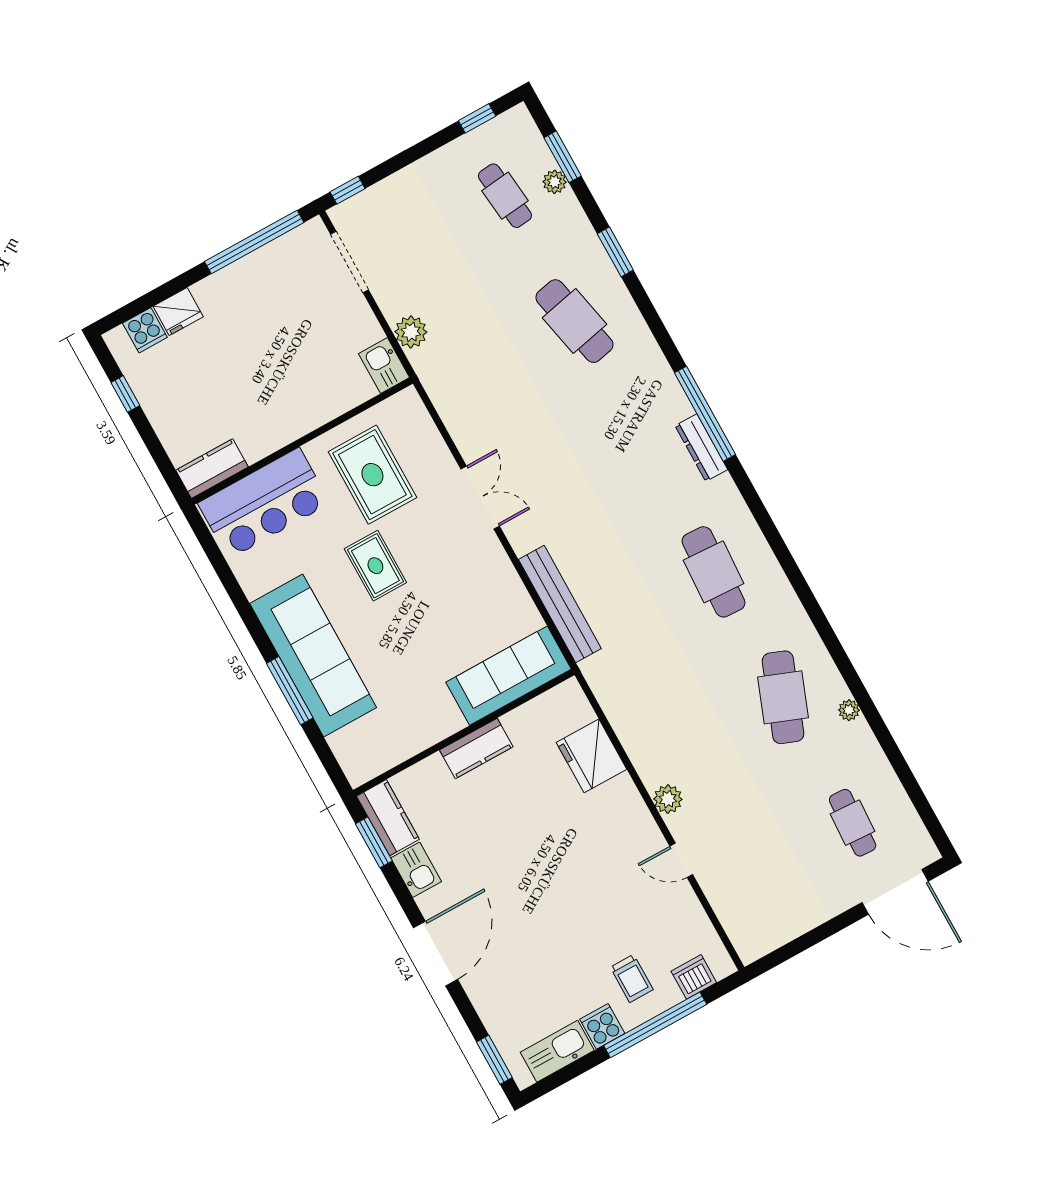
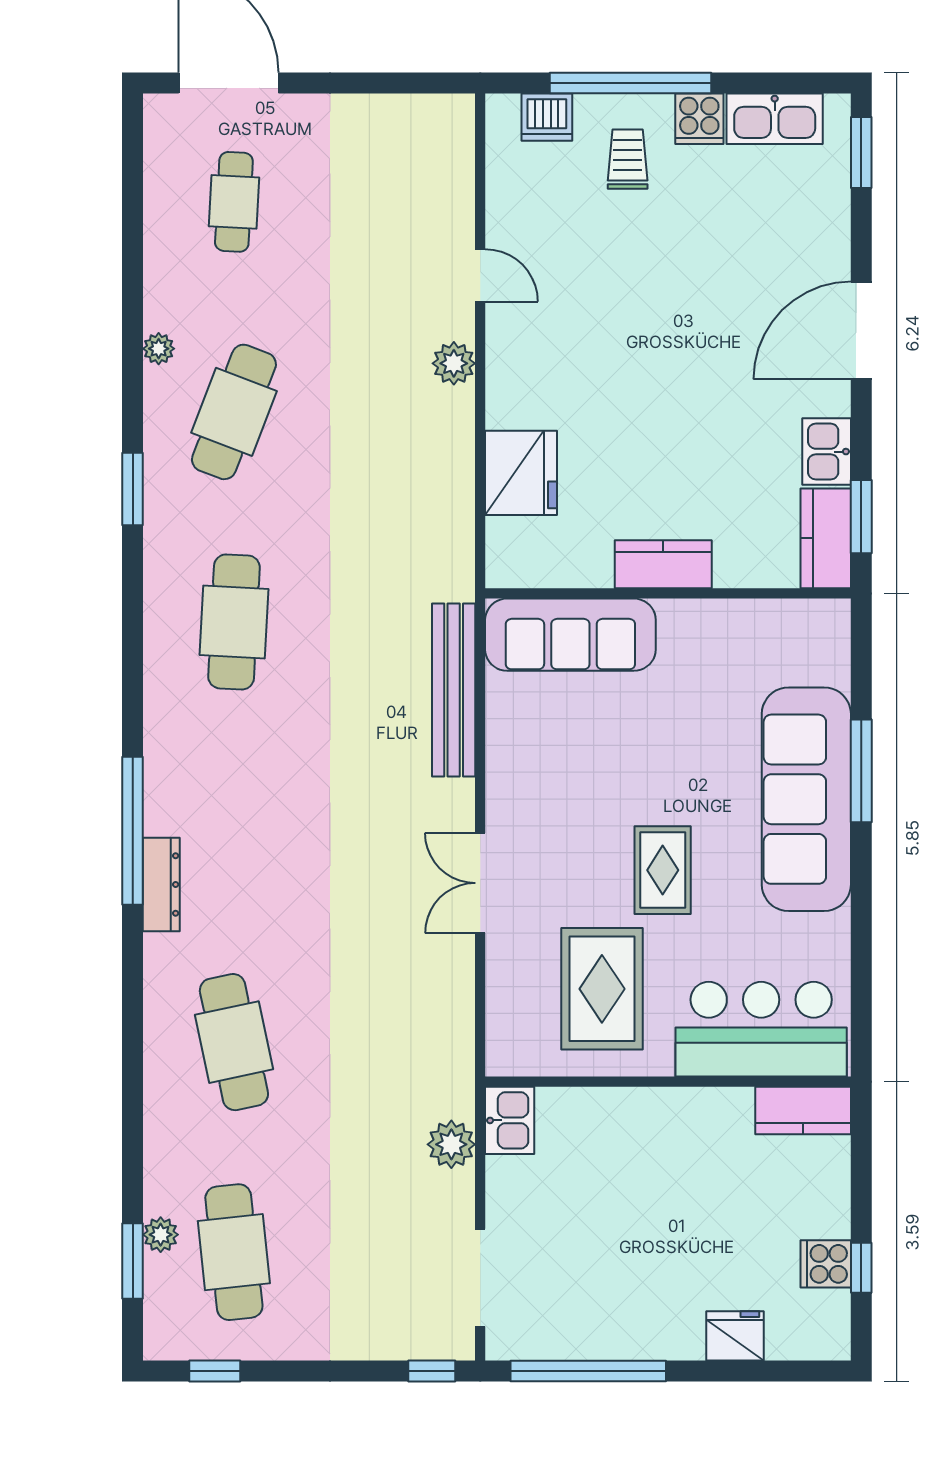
cafe table: (505, 196) -> (234, 1252), width x1.37, depth x1.35
window: (615, 252) -> (133, 489), moved
cooker: (145, 330) -> (826, 1264), moved, turned -90
dresser: (701, 448) -> (161, 884), moved

